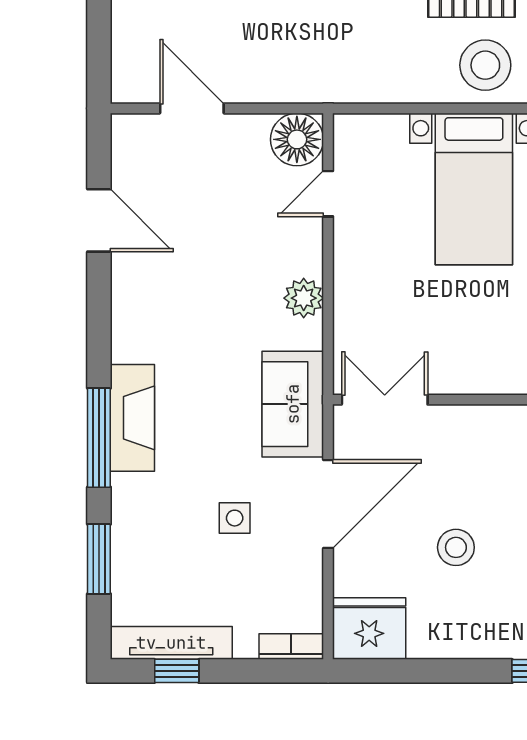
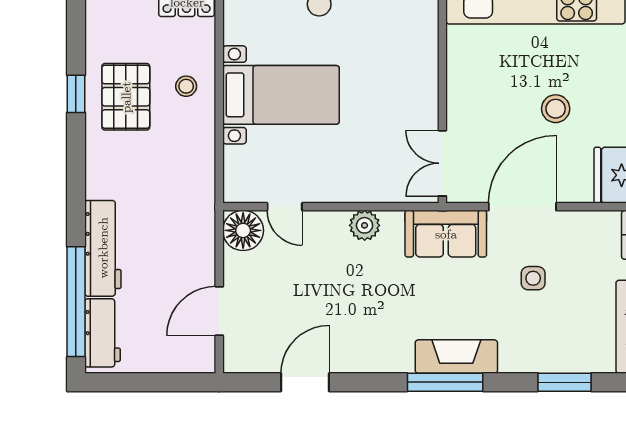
stool: (485, 65) -> (186, 86), width x0.53, depth x0.53
window: (99, 438) -> (445, 382), moved
door: (328, 504) -> (522, 207), hinge flipped

